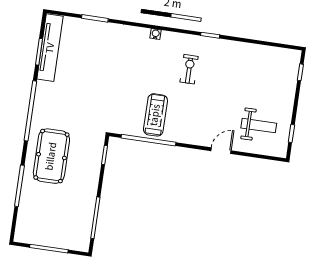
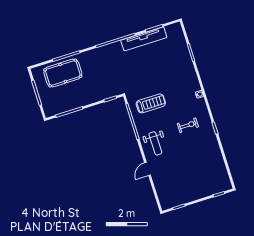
tv unit: (50, 48) -> (144, 39), moved
treadmill: (155, 115) -> (151, 103), moved
weight bench: (259, 126) -> (155, 143), moved
door: (221, 151) -> (148, 169), swing flipped
pool table: (51, 156) -> (63, 73), moved

